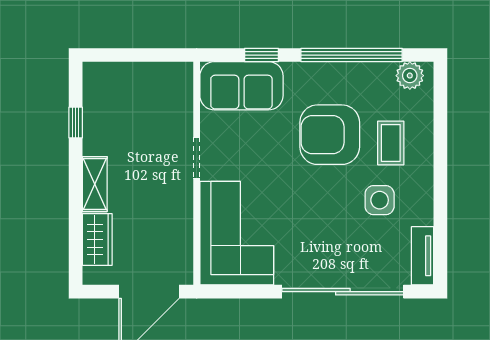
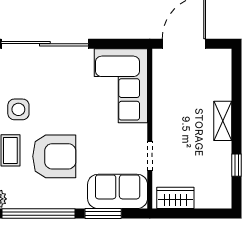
window: (262, 55) -> (103, 213), width x1.50
doorway: (197, 158) -> (150, 156), moved
wardrobe: (97, 240) -> (175, 198), moved, turned 90

